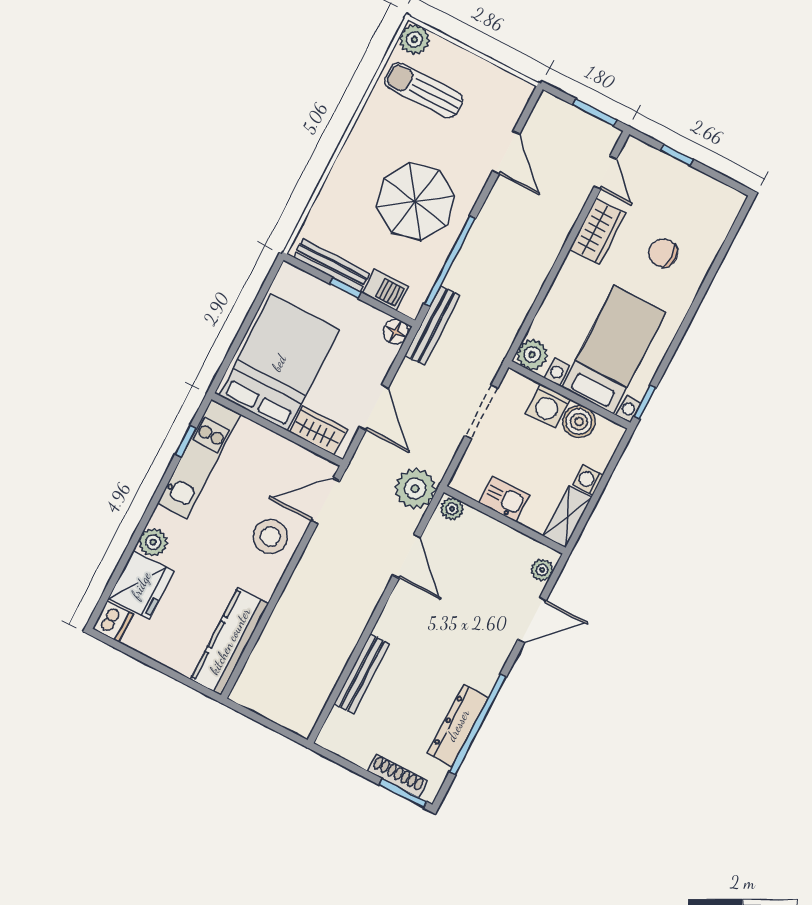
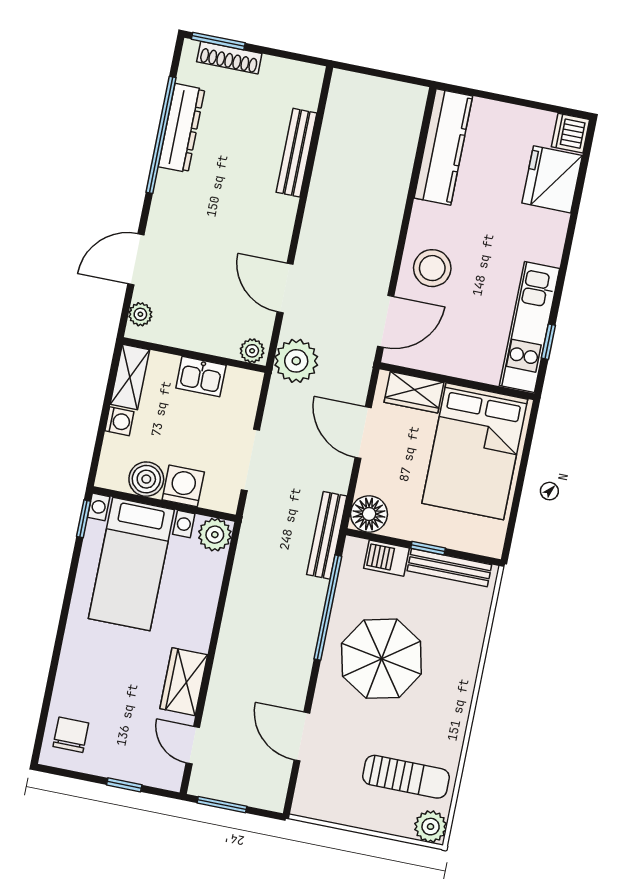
chair: (663, 253) -> (71, 735), moved, turned -90
floor lamp: (396, 332) -> (369, 514), width x1.38, depth x1.38
plant: (153, 542) -> (552, 227), removed

